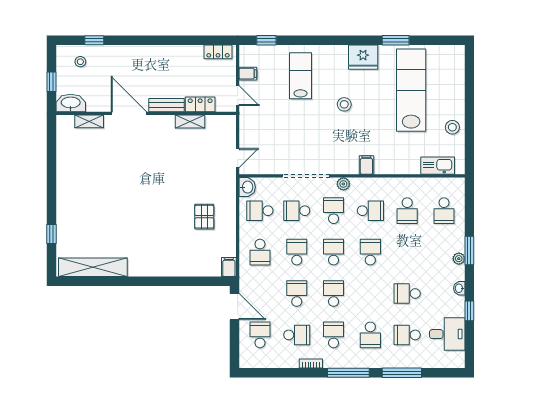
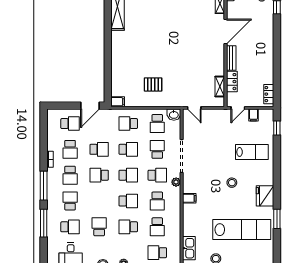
shelving: (190, 122) -> (220, 86), moved
school desk: (260, 211) -> (157, 124), turned 180
school desk: (407, 211) -> (157, 227), turned -90
school desk: (407, 252) -> (128, 227), added
school desk: (334, 294) -> (99, 175), turned 180
school desk: (334, 335) -> (70, 175), turned 90
school desk: (370, 335) -> (70, 201), turned 90
school desk: (407, 335) -> (70, 227), turned 90

